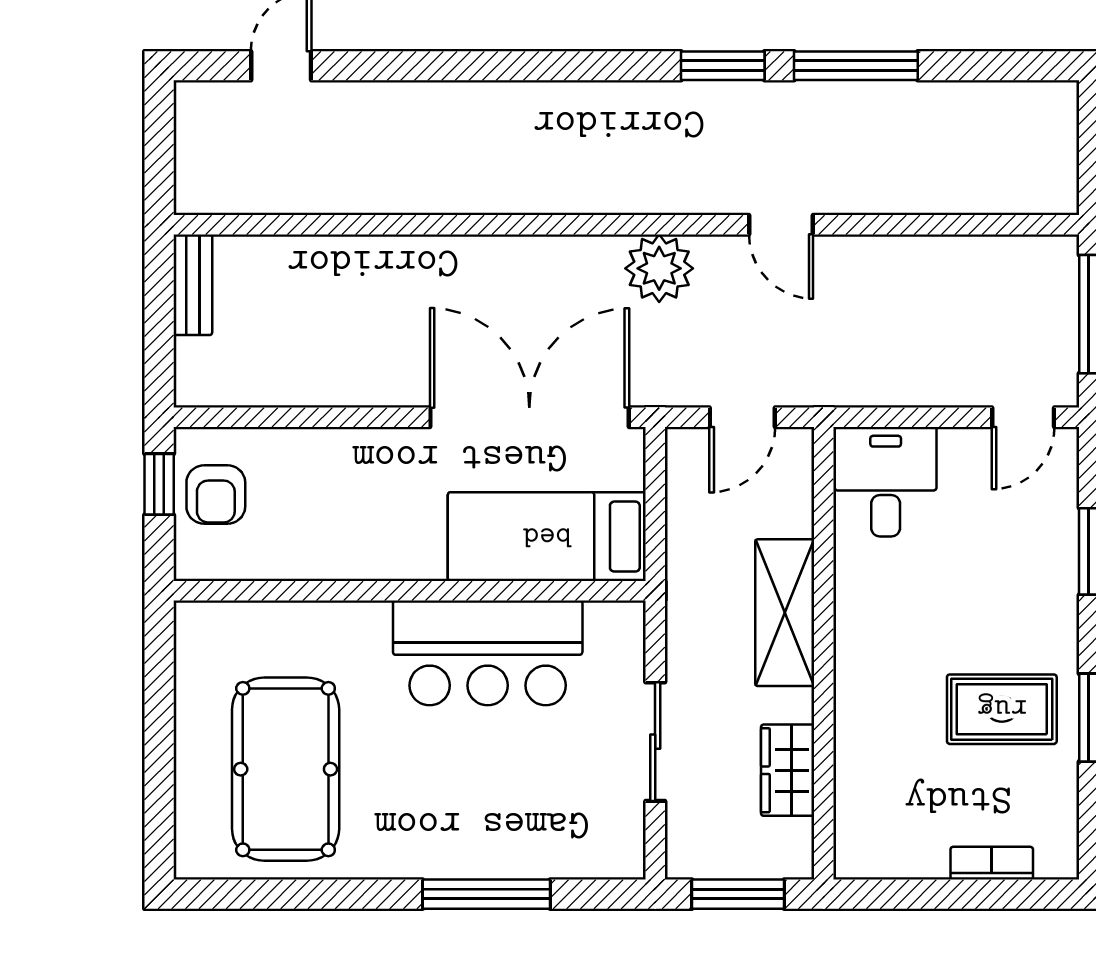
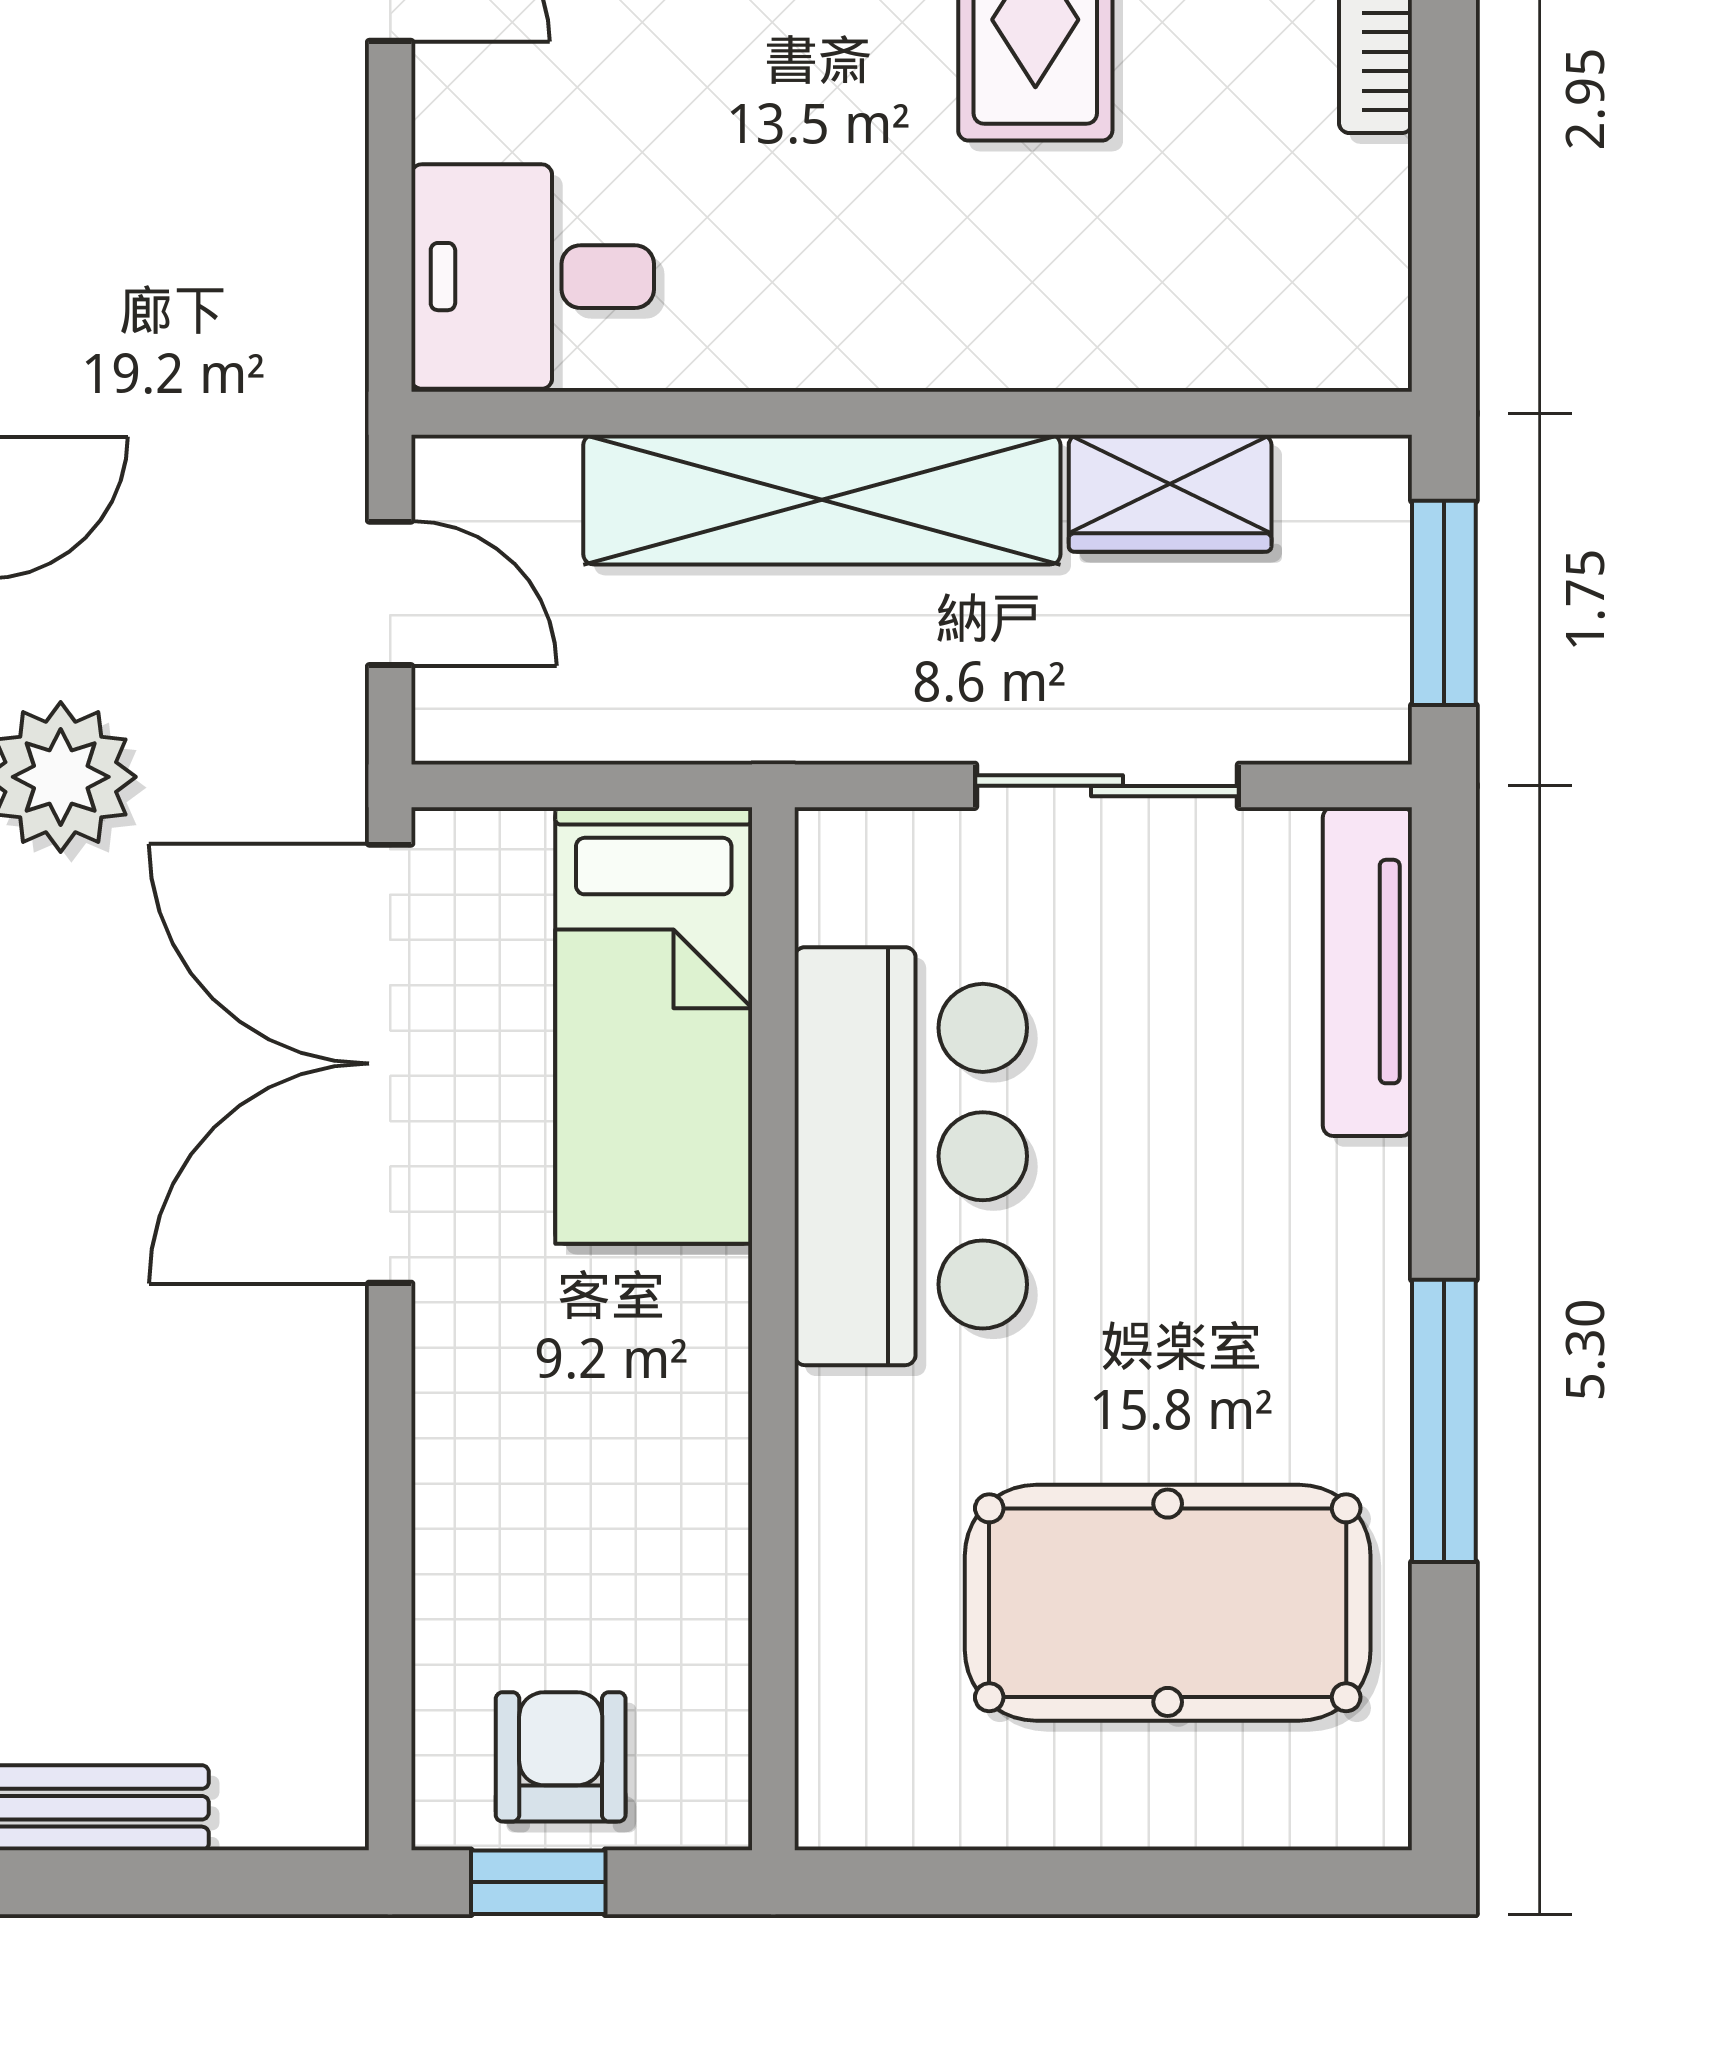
armchair: (216, 494) -> (561, 1757), turned -90
shelving: (785, 613) -> (822, 500), width x1.47
tv unit: (571, 859) -> (1367, 972), added
window: (486, 894) -> (1444, 1421), moved

